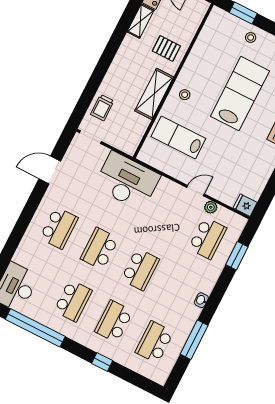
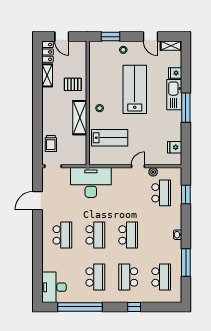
lab bench: (178, 137) -> (110, 138), turned 180
fridge: (245, 205) -> (175, 147), moved
school desk: (100, 249) -> (95, 235), turned 180
school desk: (154, 342) -> (161, 277), turned 180

